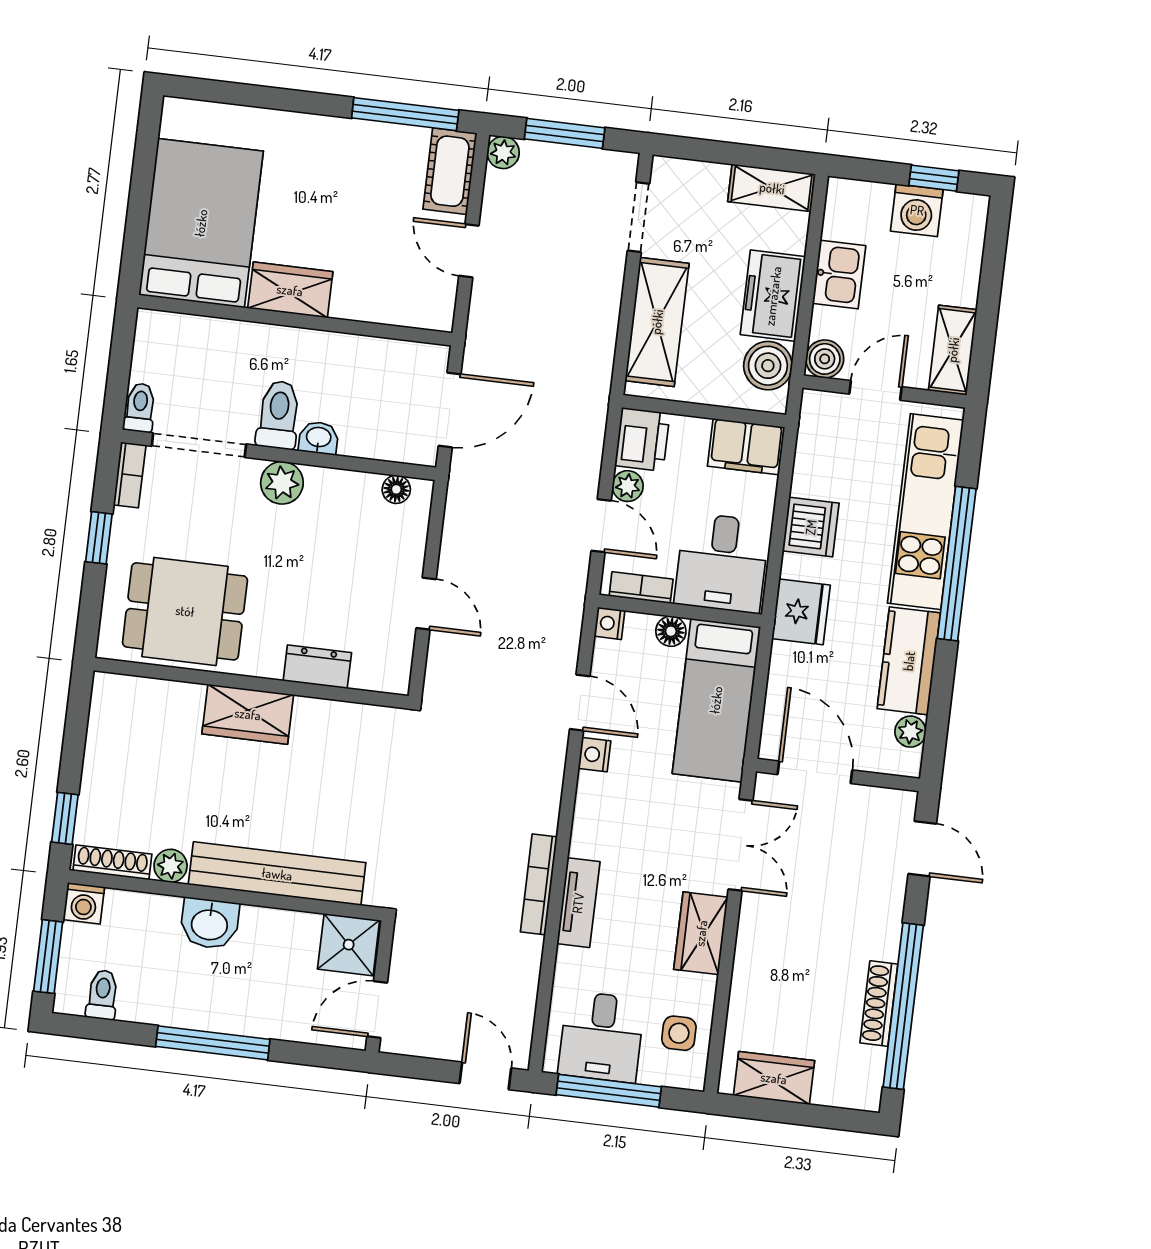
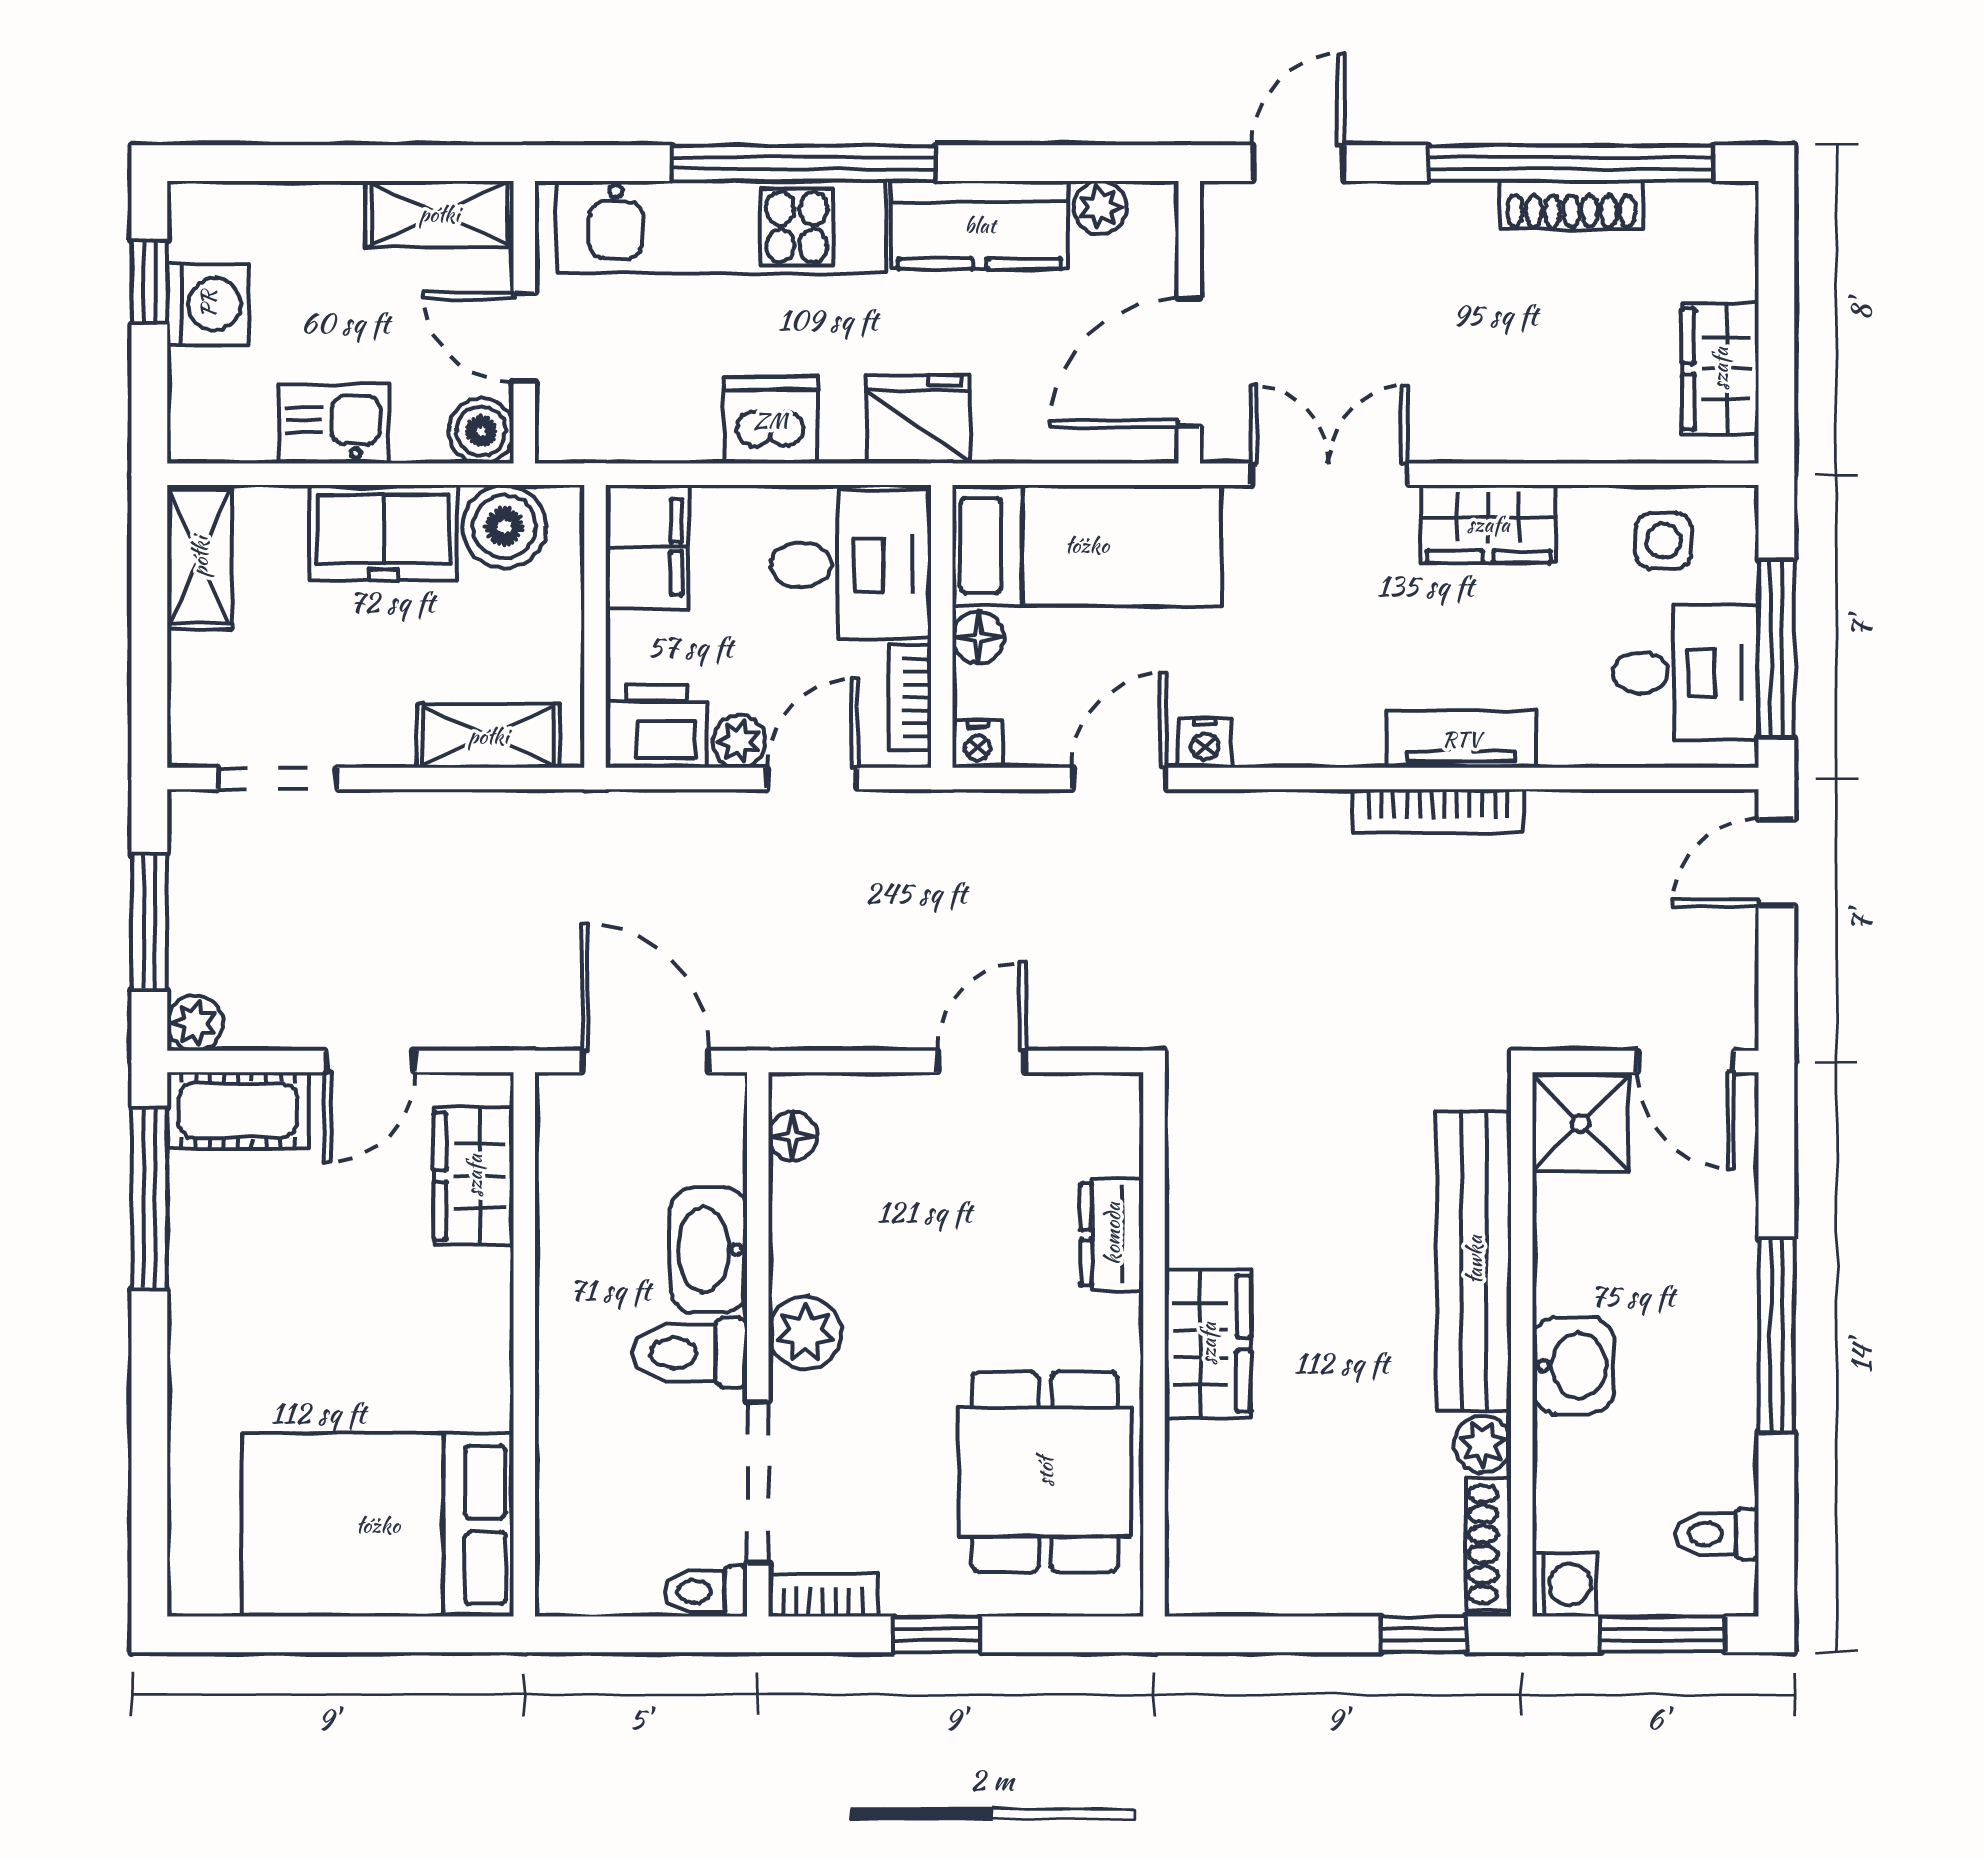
wardrobe: (290, 290) -> (474, 1176), moved
shelving: (657, 322) -> (488, 736), width x0.67, depth x0.75
washbasin: (319, 438) -> (709, 1250), width x1.91, depth x1.45

